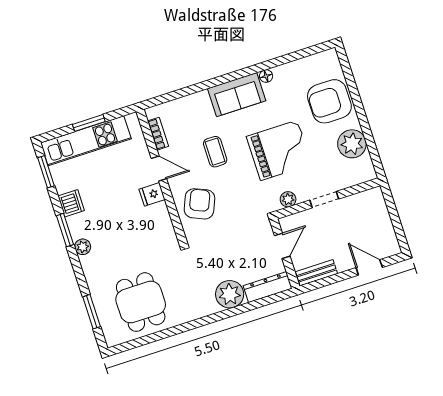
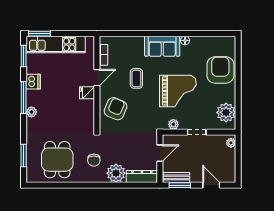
armchair: (329, 101) -> (220, 70), turned 90
window: (89, 123) -> (39, 34), moved
plant: (352, 144) -> (226, 112), moved
door: (159, 169) -> (97, 78), hinge flipped
plant: (377, 199) -> (231, 143), added
window: (65, 230) -> (24, 97), width x1.44
window: (325, 282) -> (180, 185), added
chair: (193, 286) -> (94, 160), added

